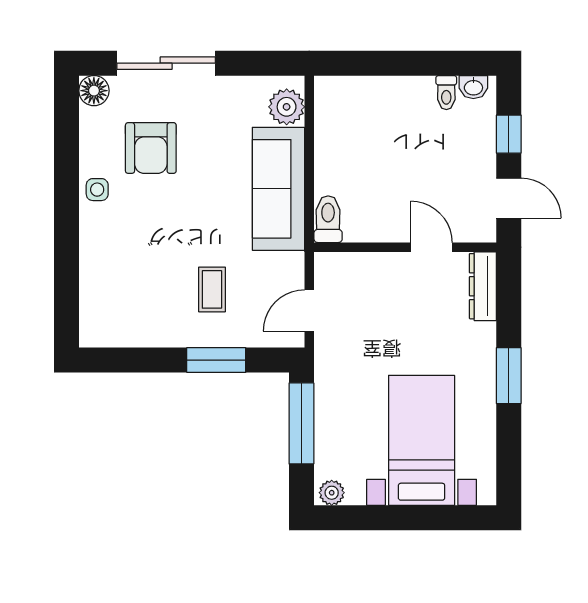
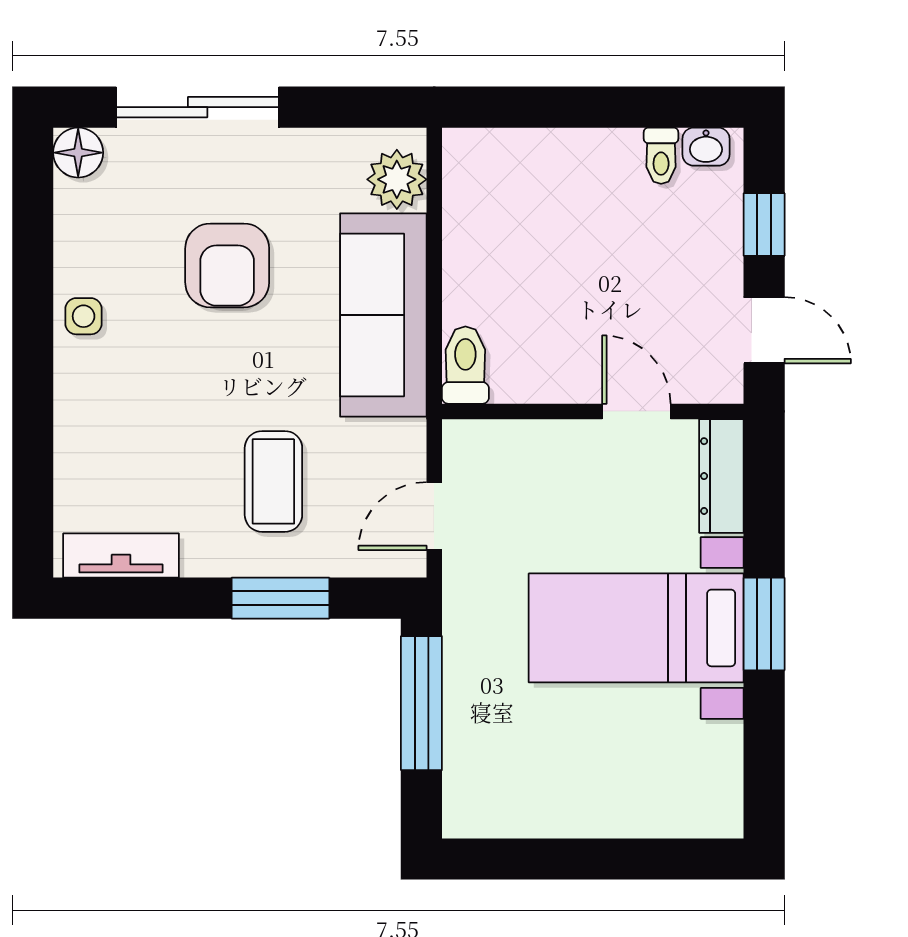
armchair: (151, 148) -> (227, 265), moved
coffee table: (212, 289) -> (273, 481), width x1.36, depth x1.30
tv unit: (120, 334) -> (121, 556), added
bed with nightstands: (422, 440) -> (636, 628), moved, turned -90
plant: (332, 493) -> (471, 818), removed

